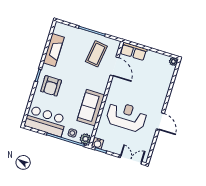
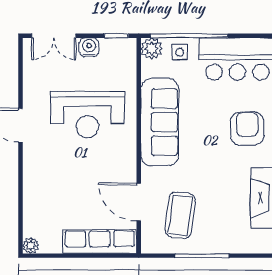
row of seats: (134, 51) -> (100, 242), width x1.48
sofa: (91, 108) -> (160, 122), width x1.36
water cooler: (98, 143) -> (89, 47), moved

